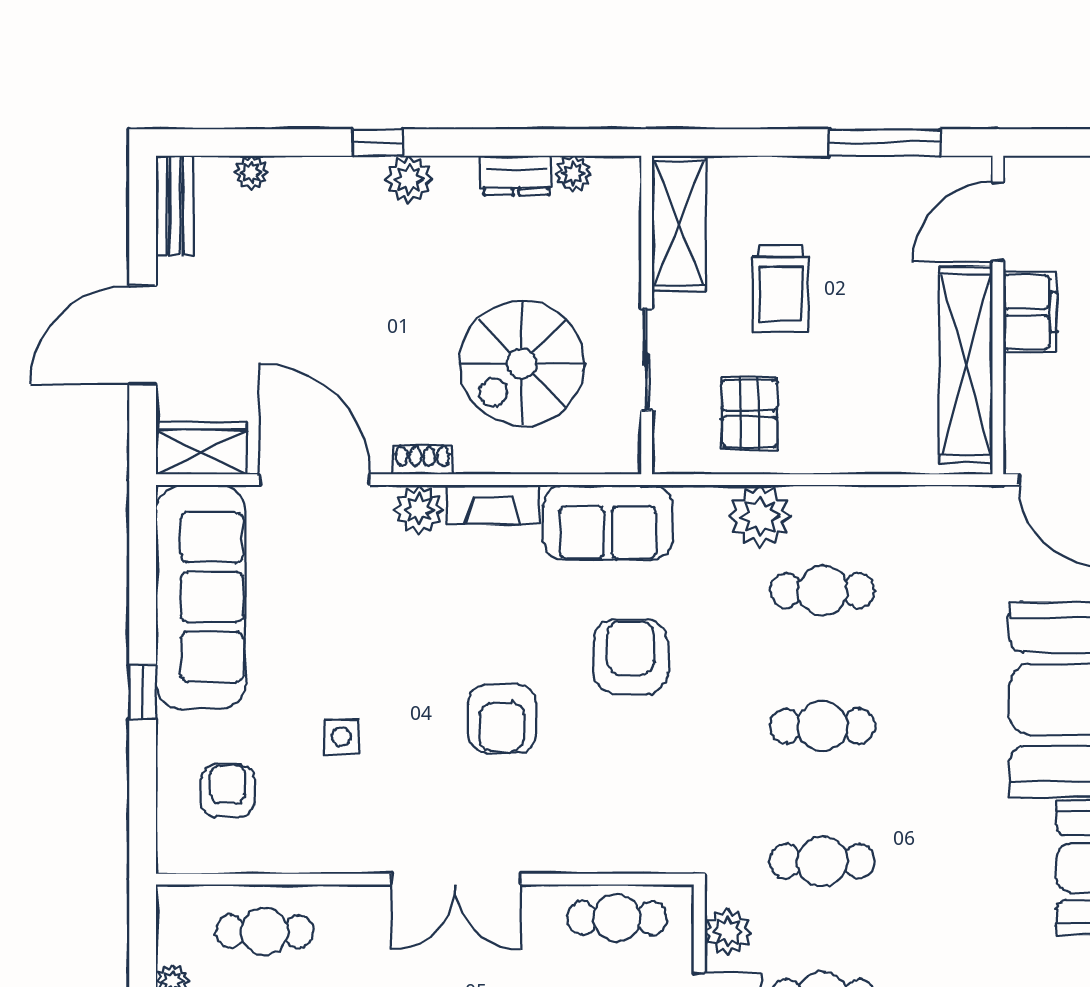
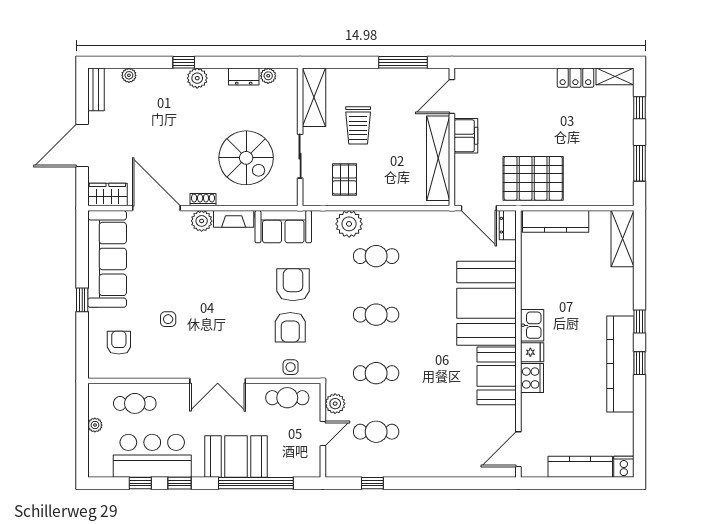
spiral stairs: (522, 363) -> (246, 158), turned -90
armchair: (502, 719) -> (290, 327), moved
side table: (625, 847) -> (291, 367), added

